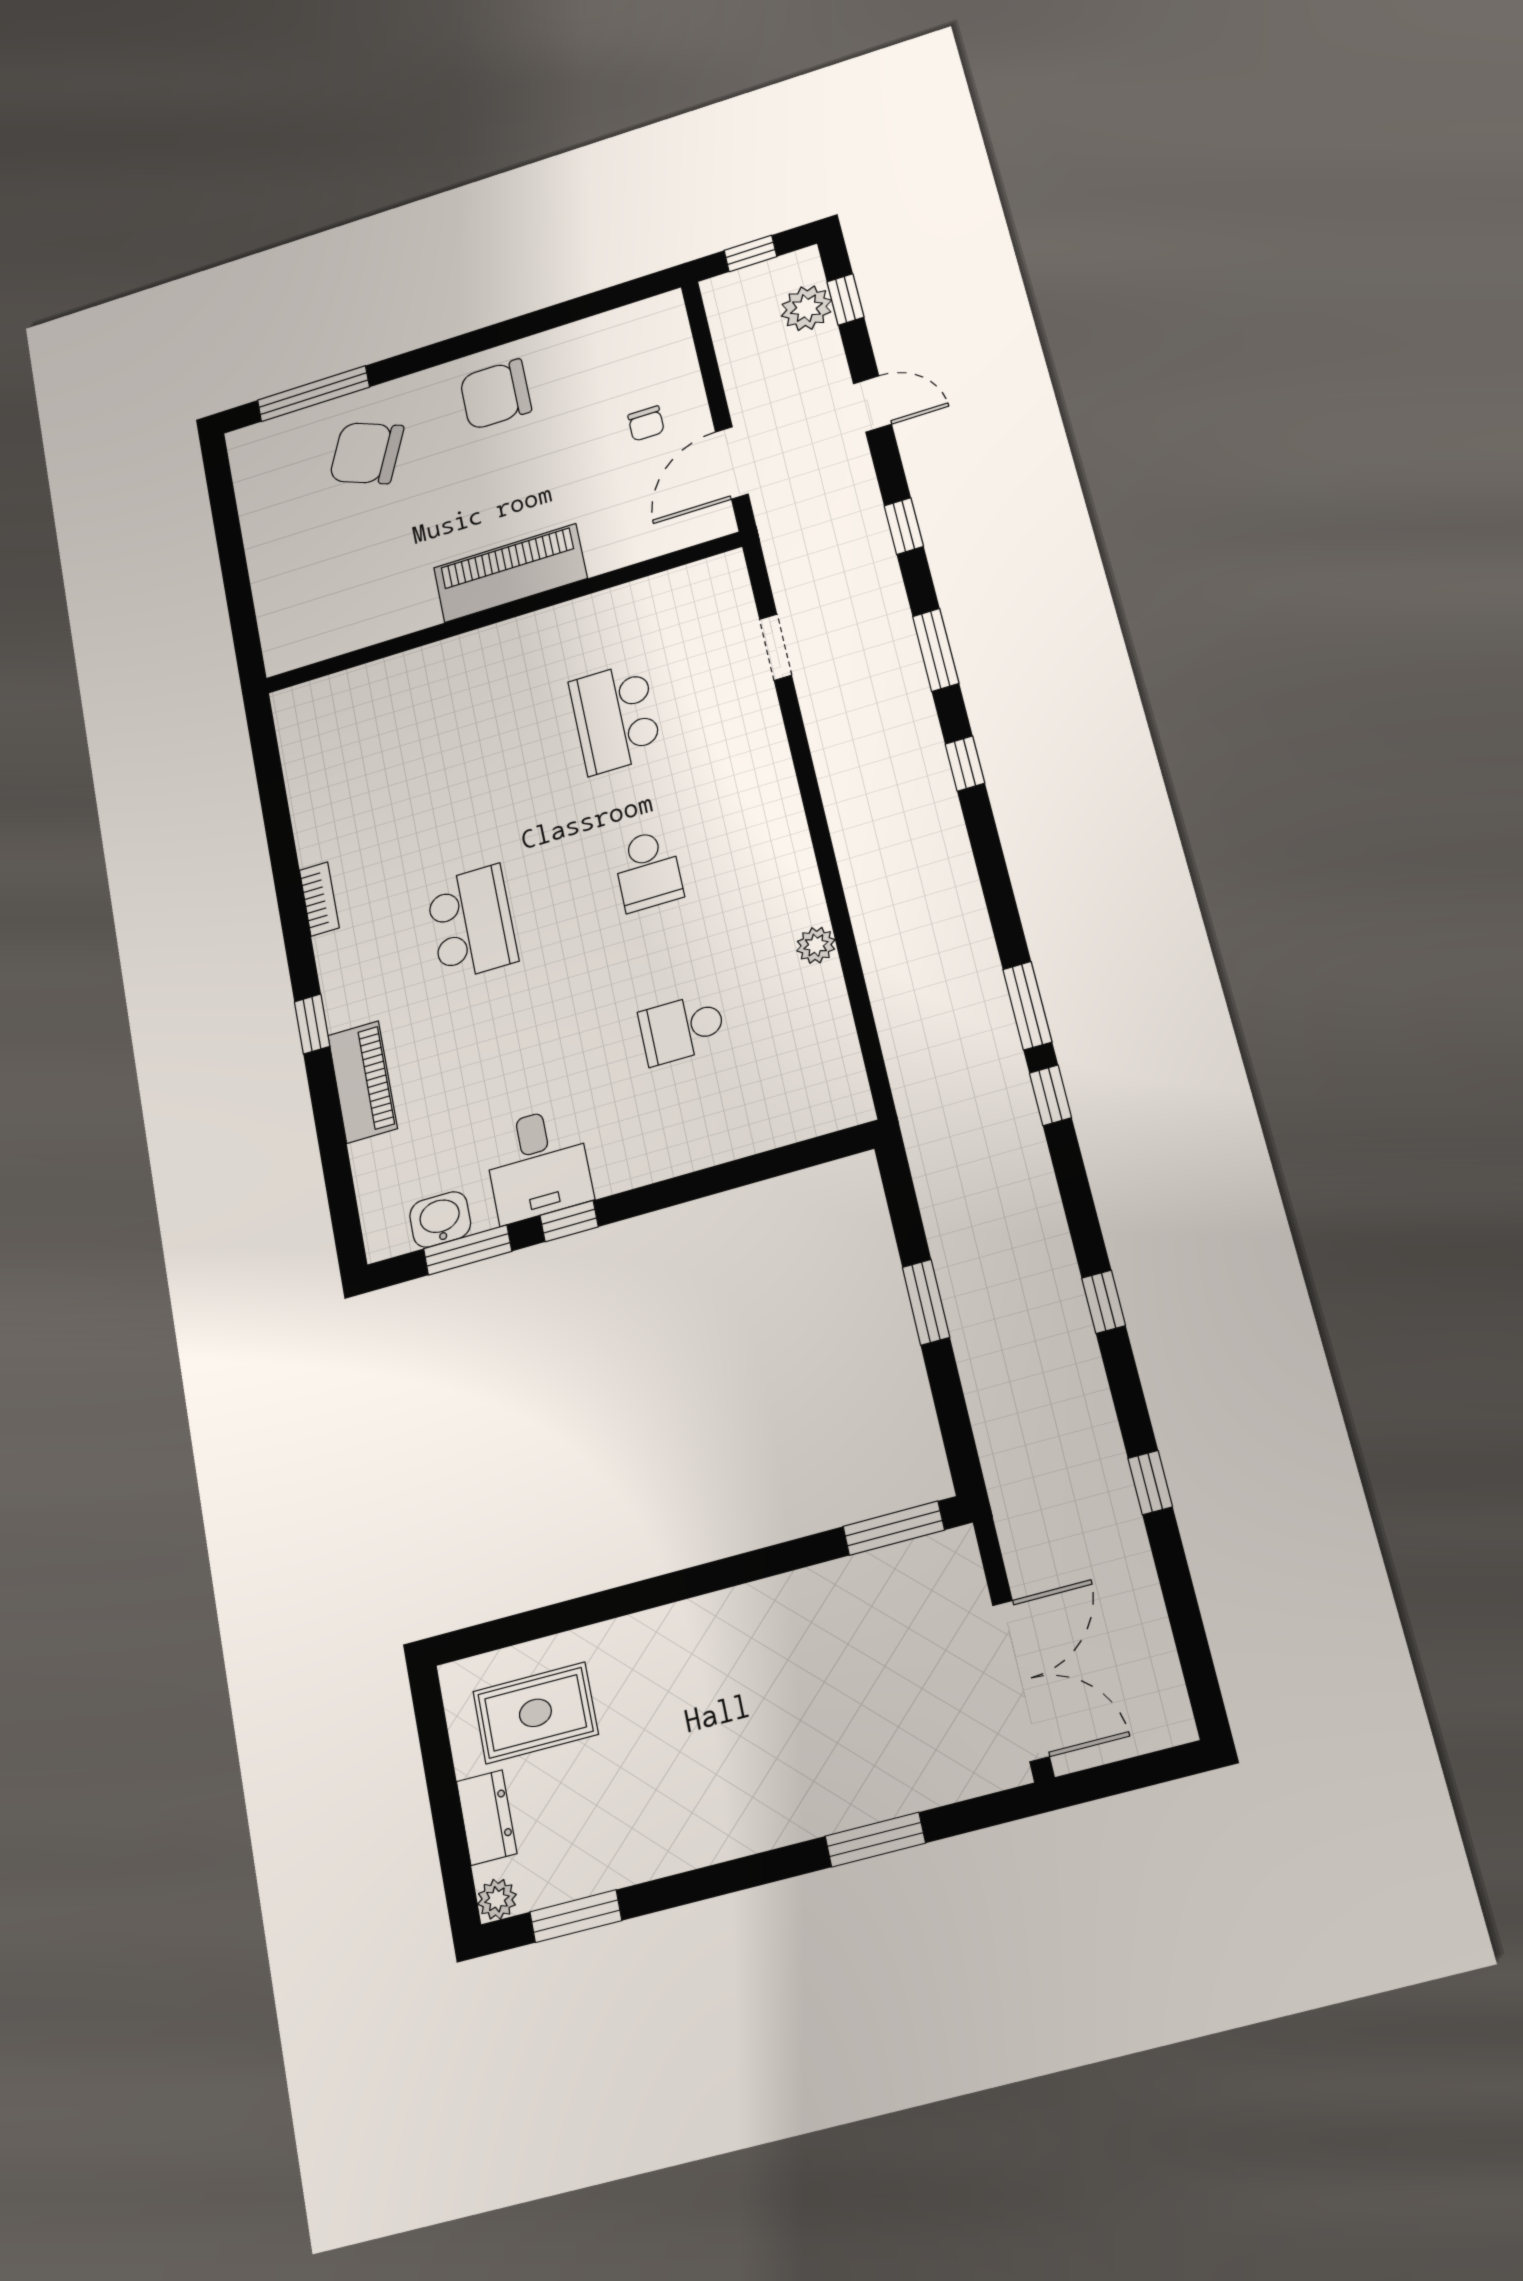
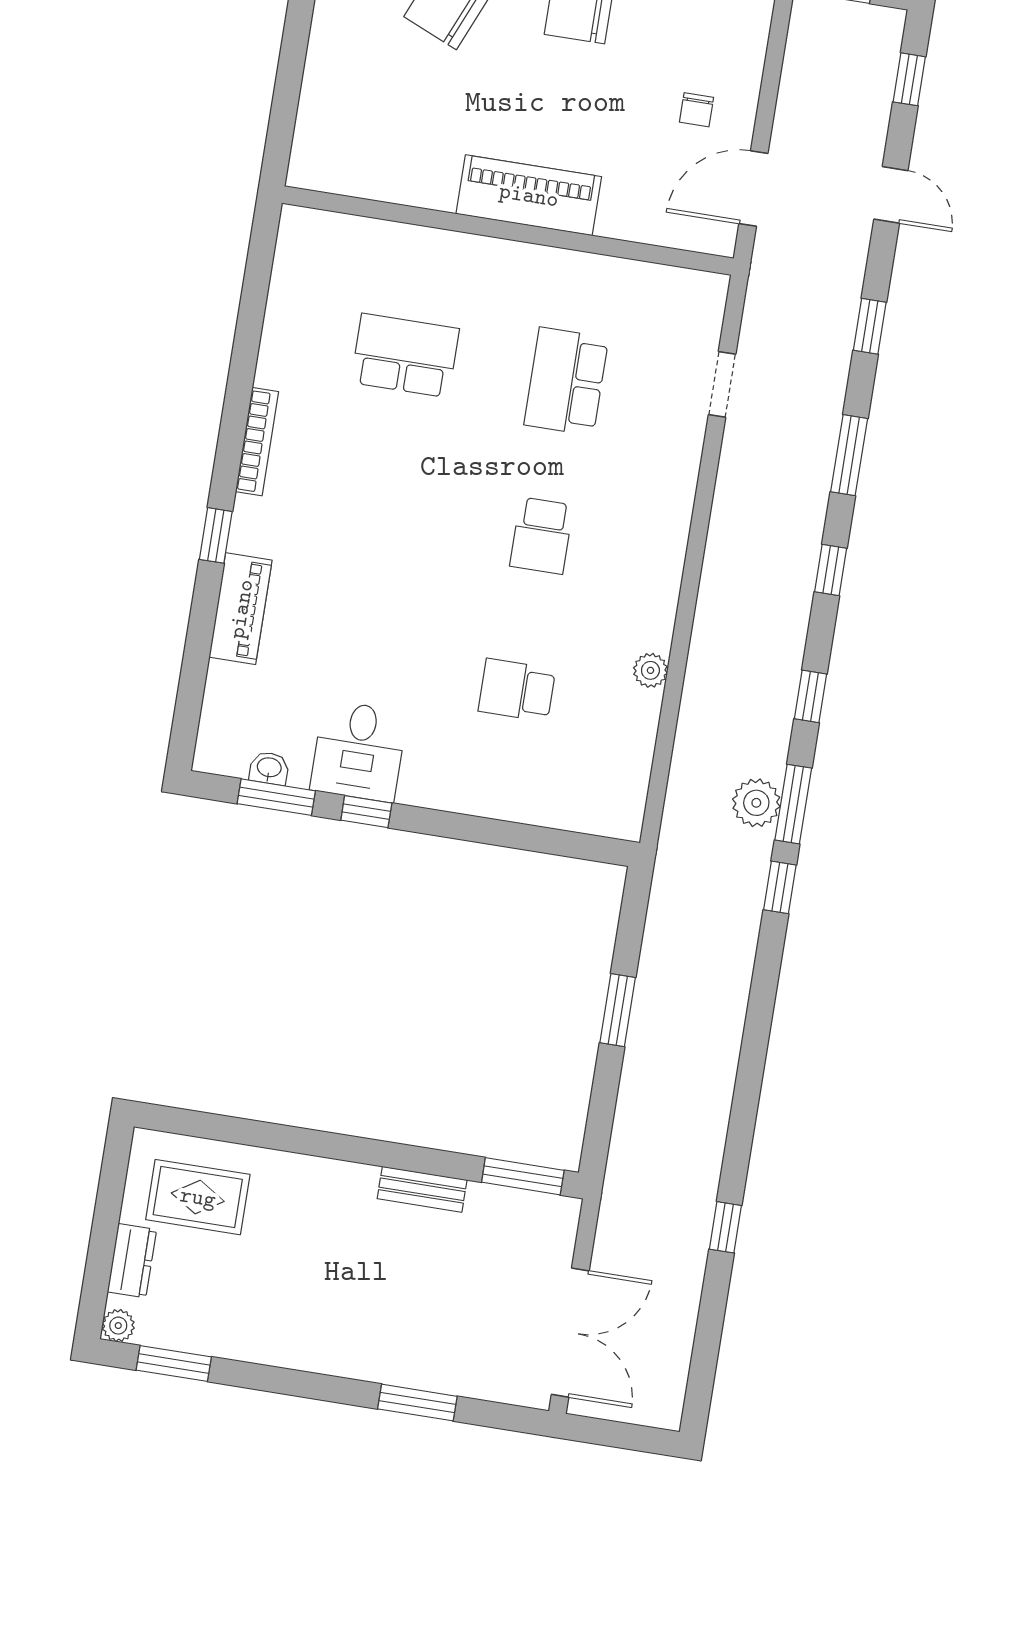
plant: (806, 308) -> (756, 803), moved
bookcase: (319, 899) -> (257, 442), width x1.56
school desk: (472, 923) -> (405, 355), moved, turned -90
washbasin: (440, 1219) -> (269, 768), width x0.72, depth x0.69
window: (1104, 1302) -> (810, 696), moved
bench: (785, 1593) -> (422, 1189), added

